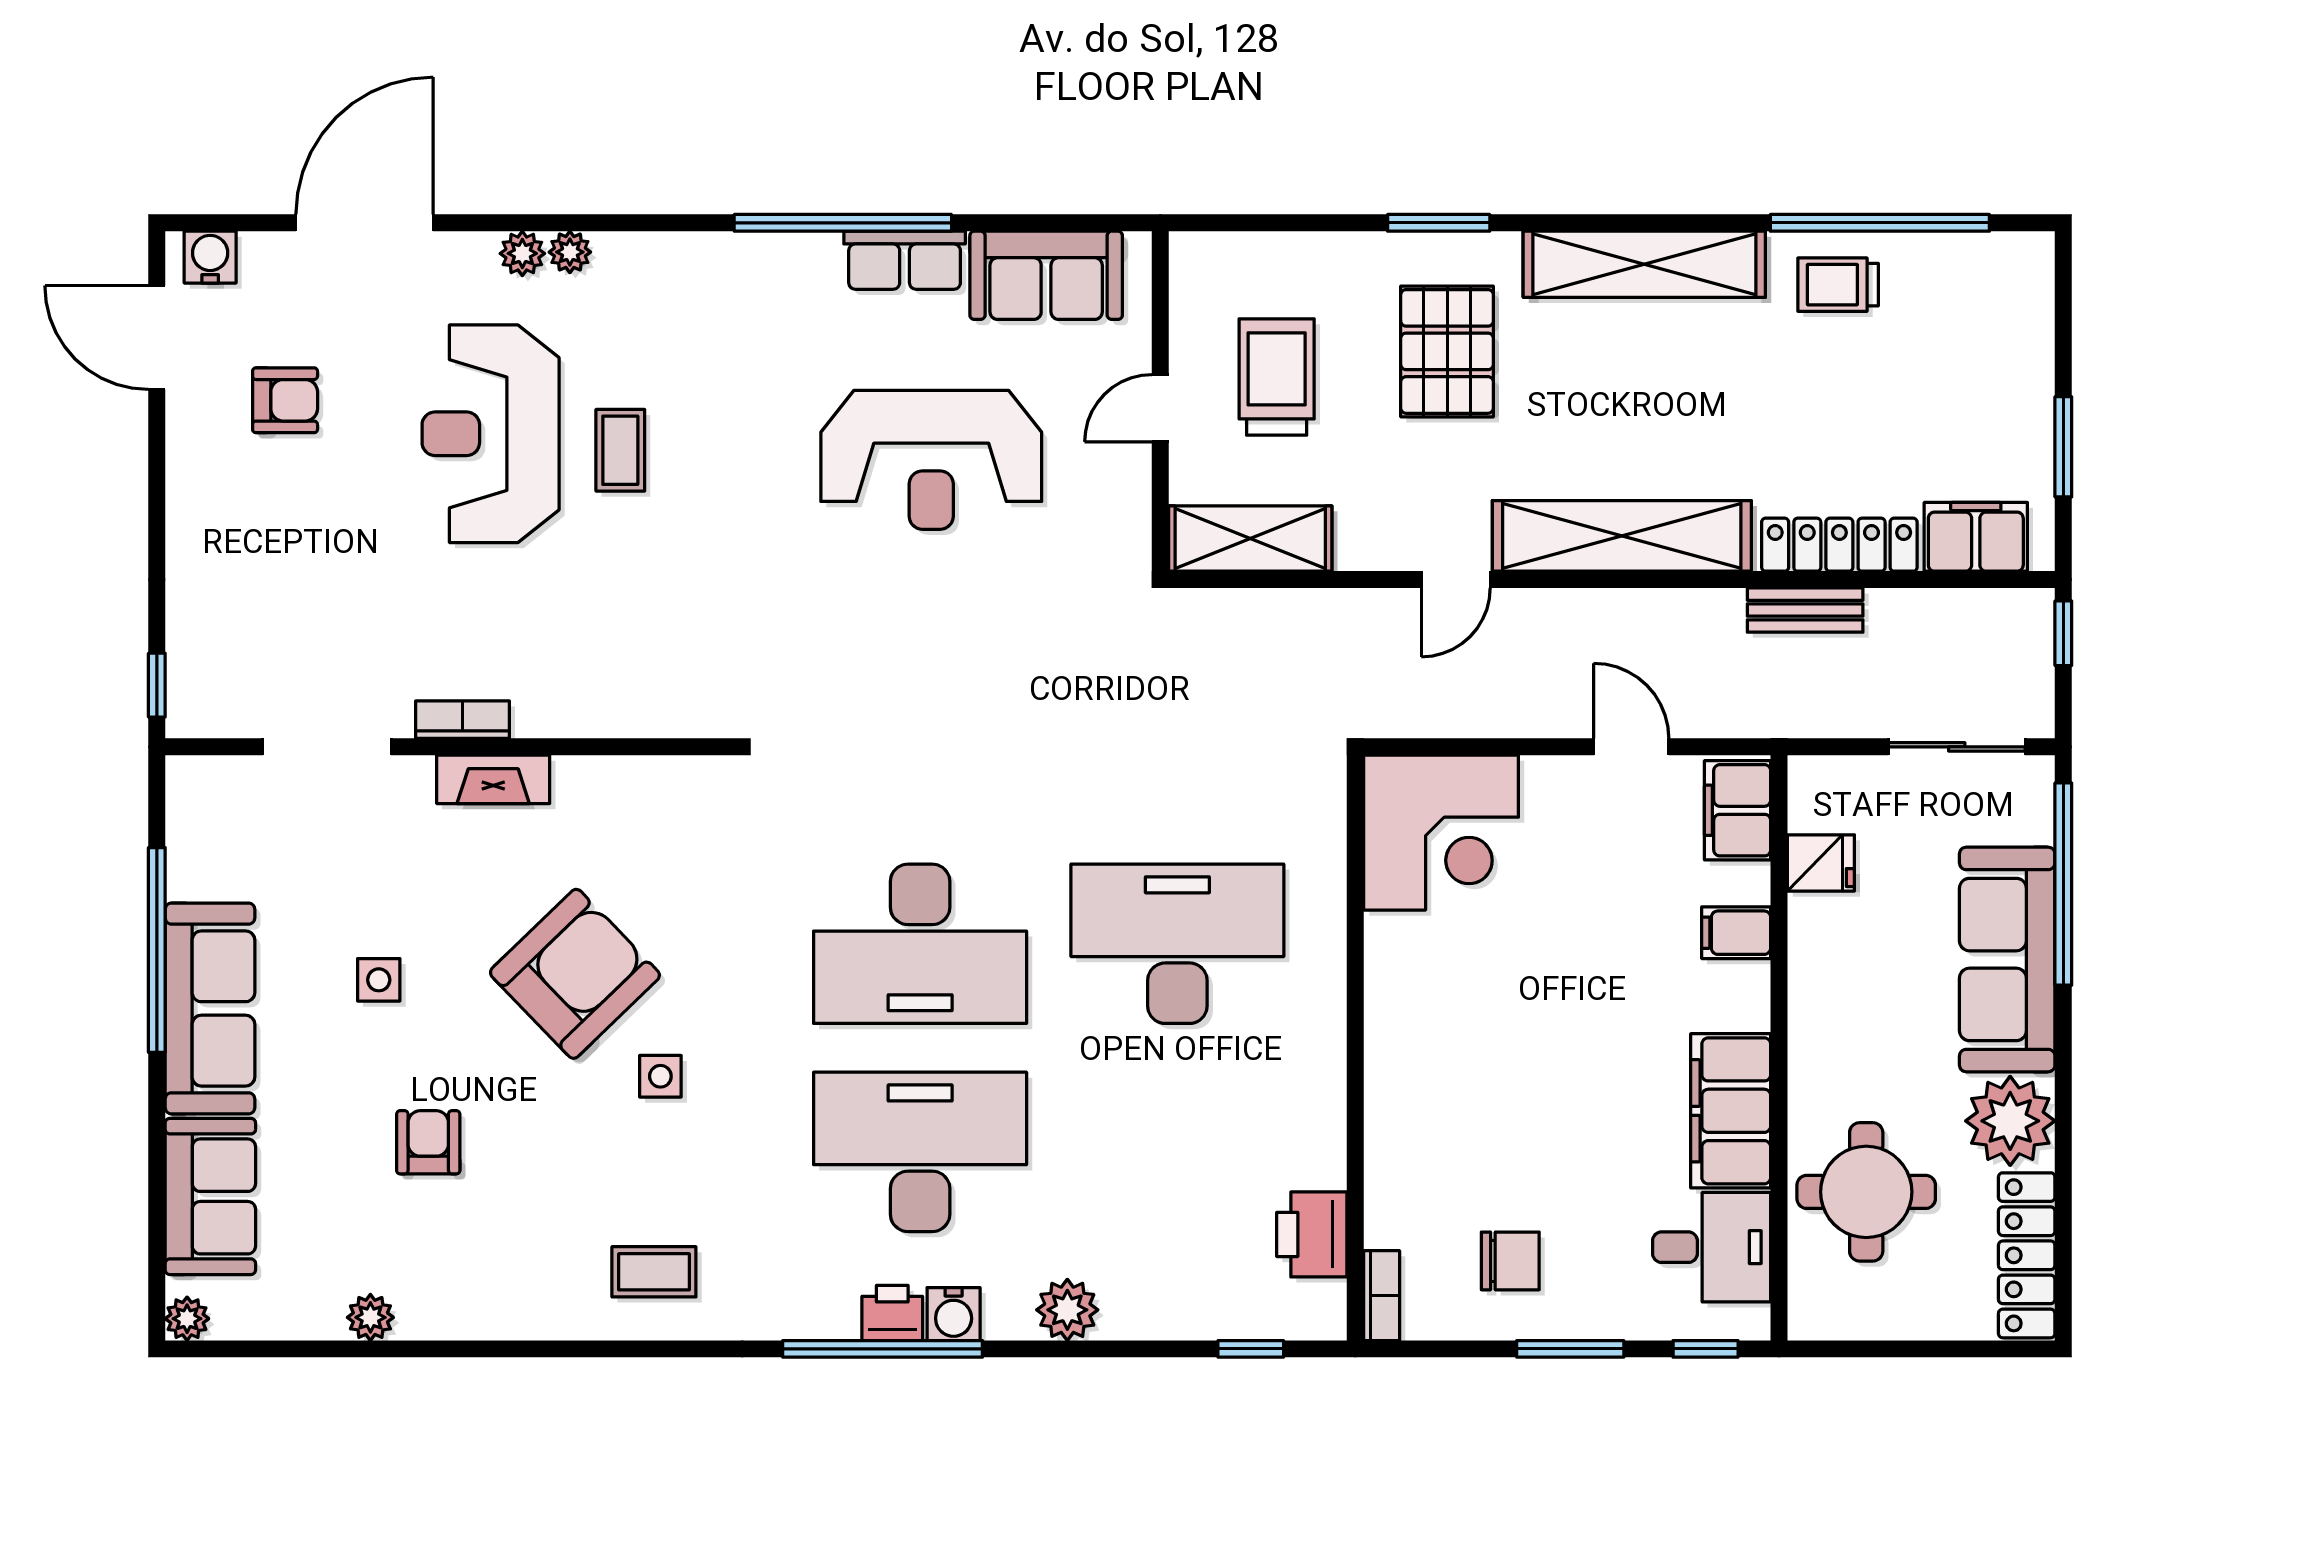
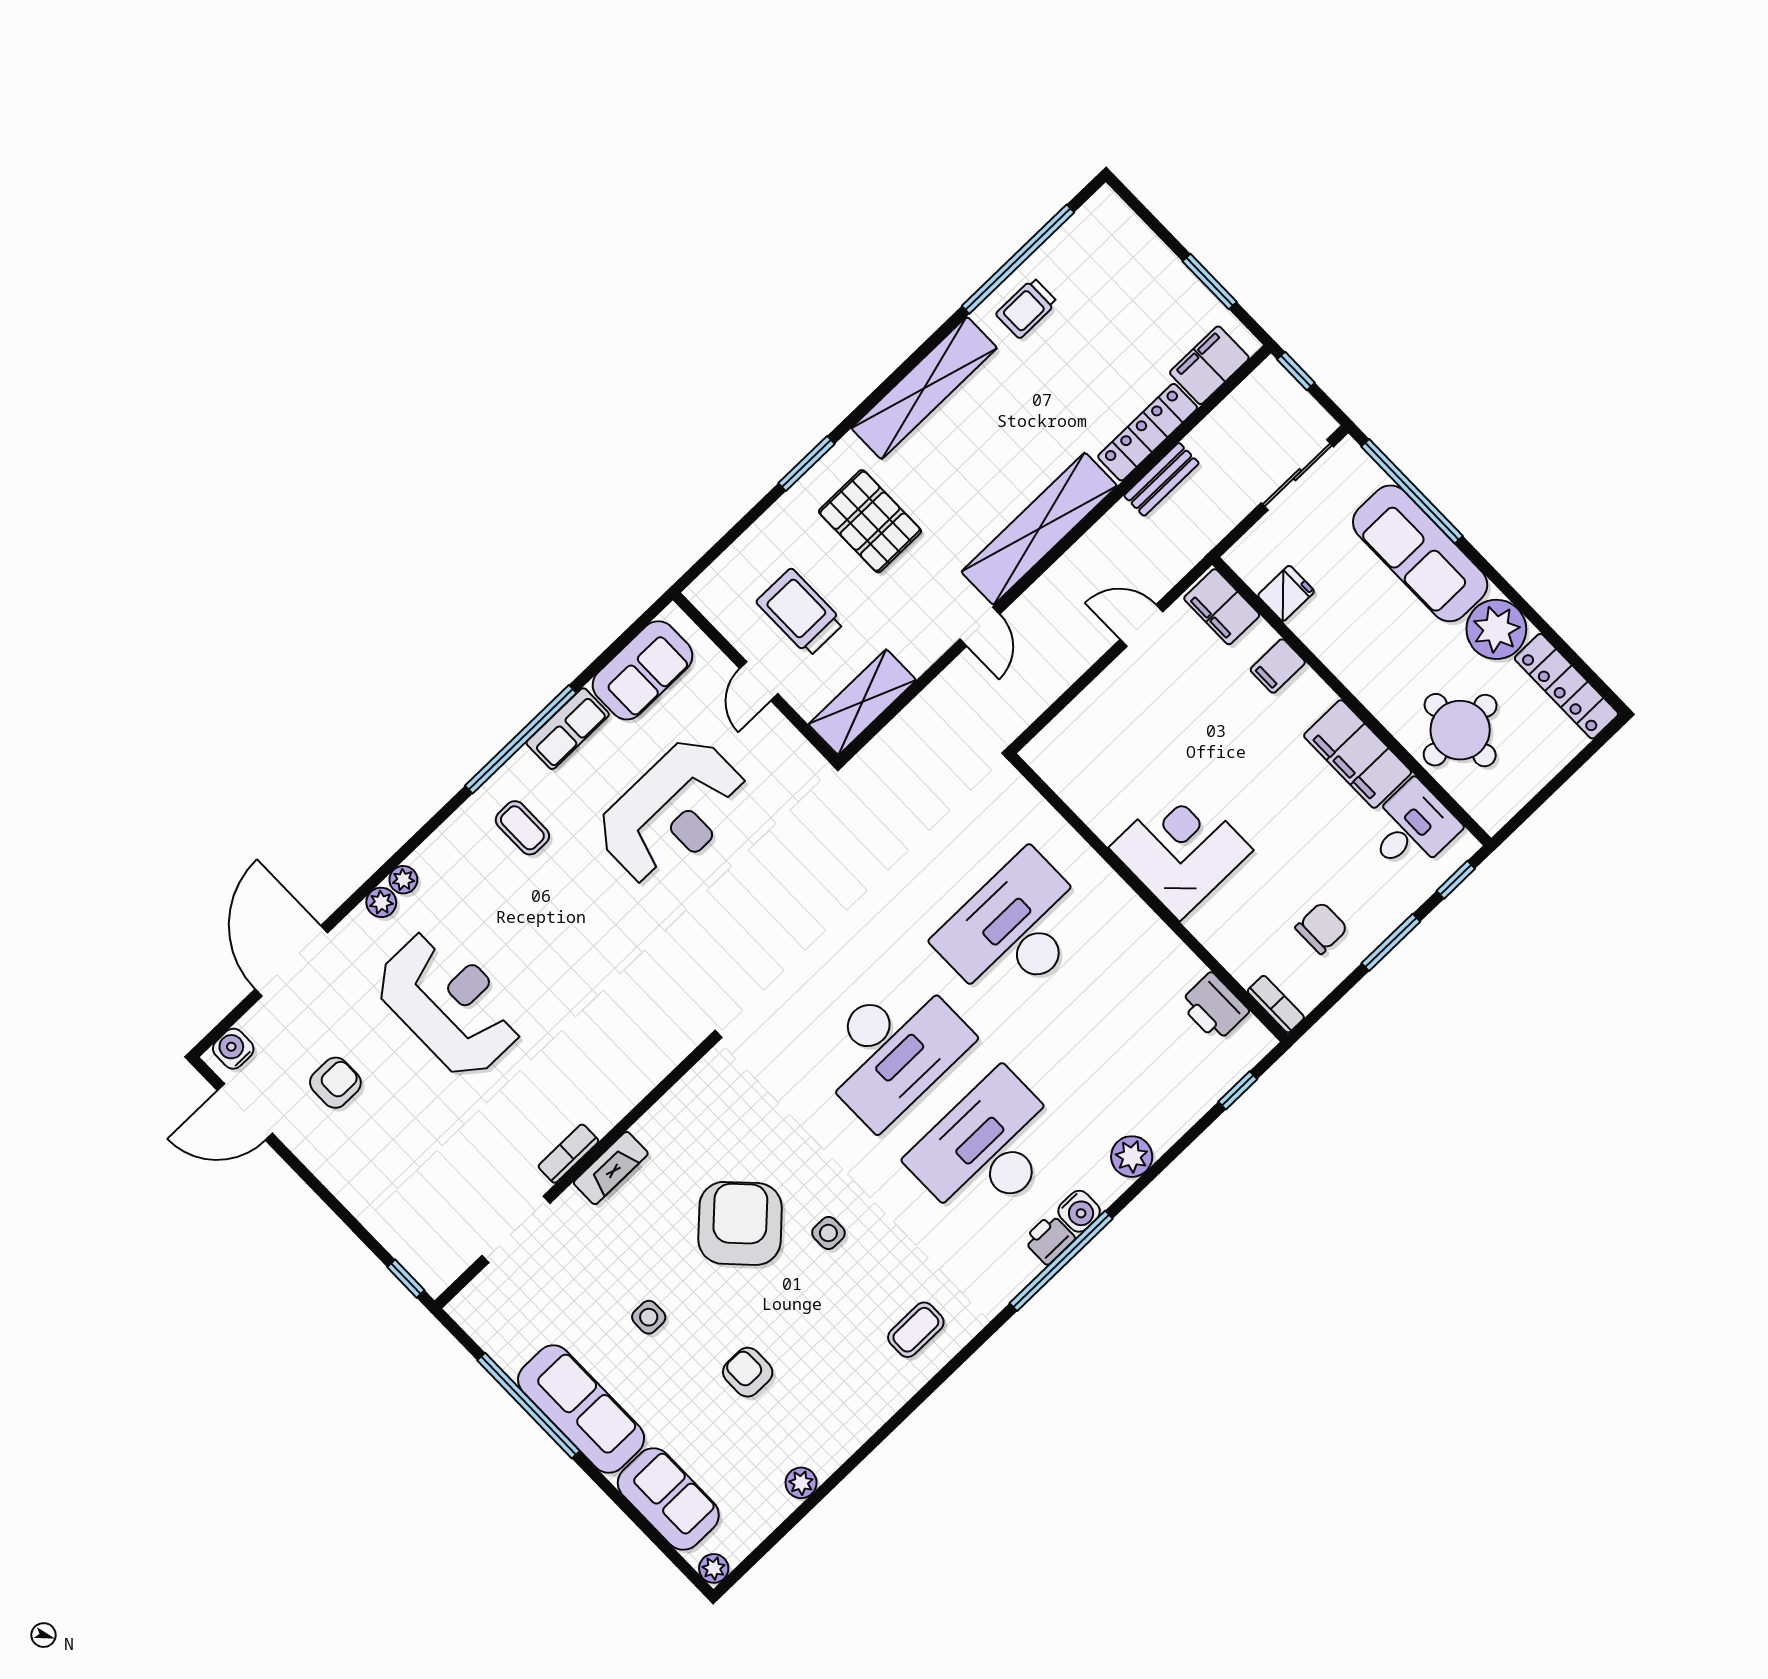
reception desk: (491, 434) -> (449, 1004), turned 180
coffee table: (620, 450) -> (522, 828), moved
corner desk: (1441, 833) -> (1181, 849), moved, turned -90

